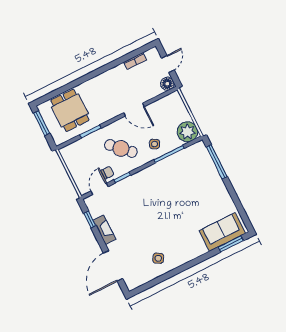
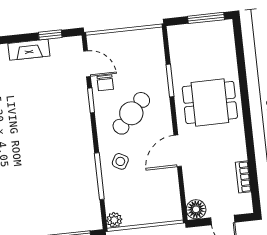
dining table: (70, 110) -> (210, 102), moved
plant: (187, 132) -> (114, 220), width x0.53, depth x0.53

